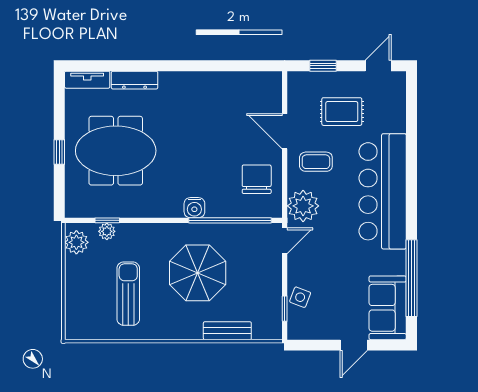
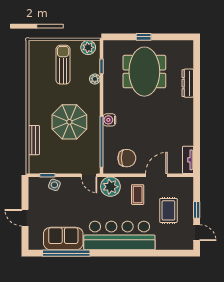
window: (323, 66) -> (197, 210), moved
tv unit: (87, 80) -> (188, 160), moved
plant: (107, 231) -> (95, 79), moved
sun lounger: (128, 294) -> (63, 65), moved, turned -90
sofa: (388, 308) -> (63, 239), moved

